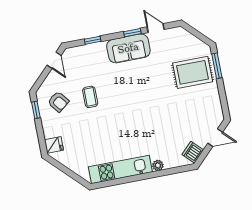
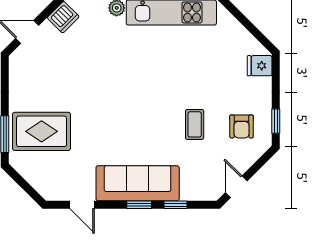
window: (132, 33) -> (139, 205), moved
sofa: (128, 48) -> (138, 183), width x1.36
armchair: (58, 102) -> (242, 126), turned -142

